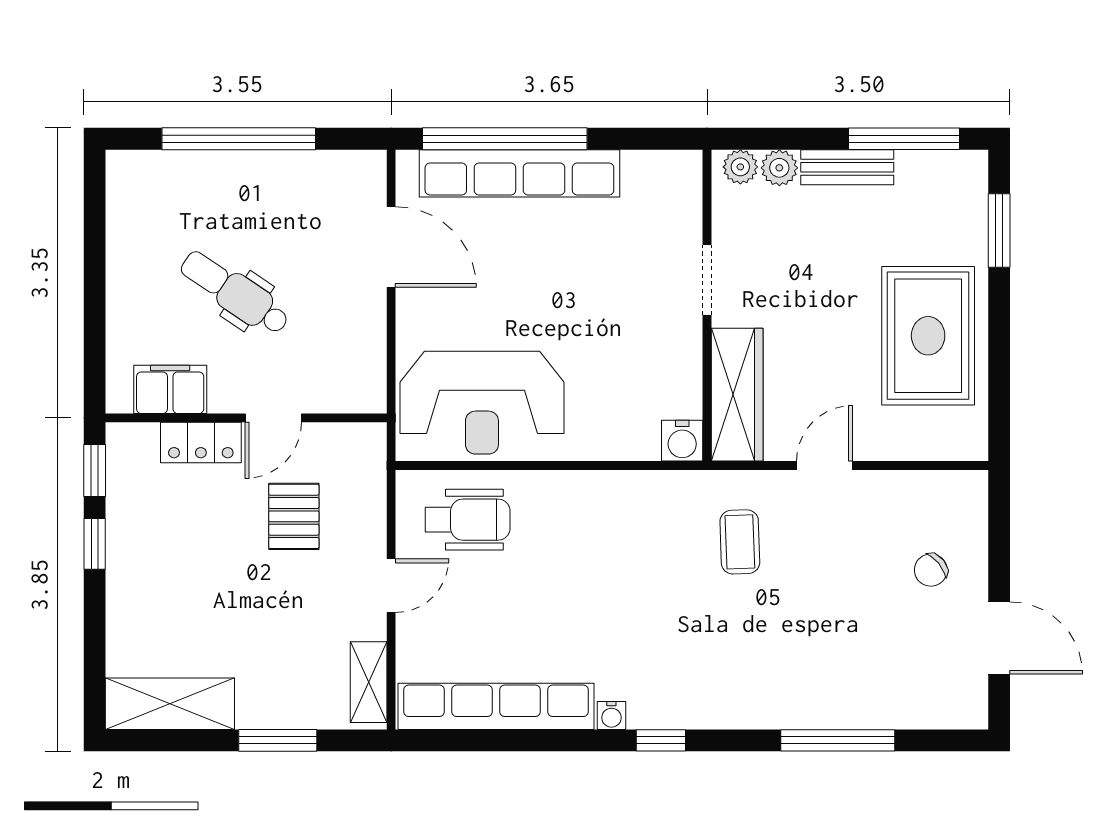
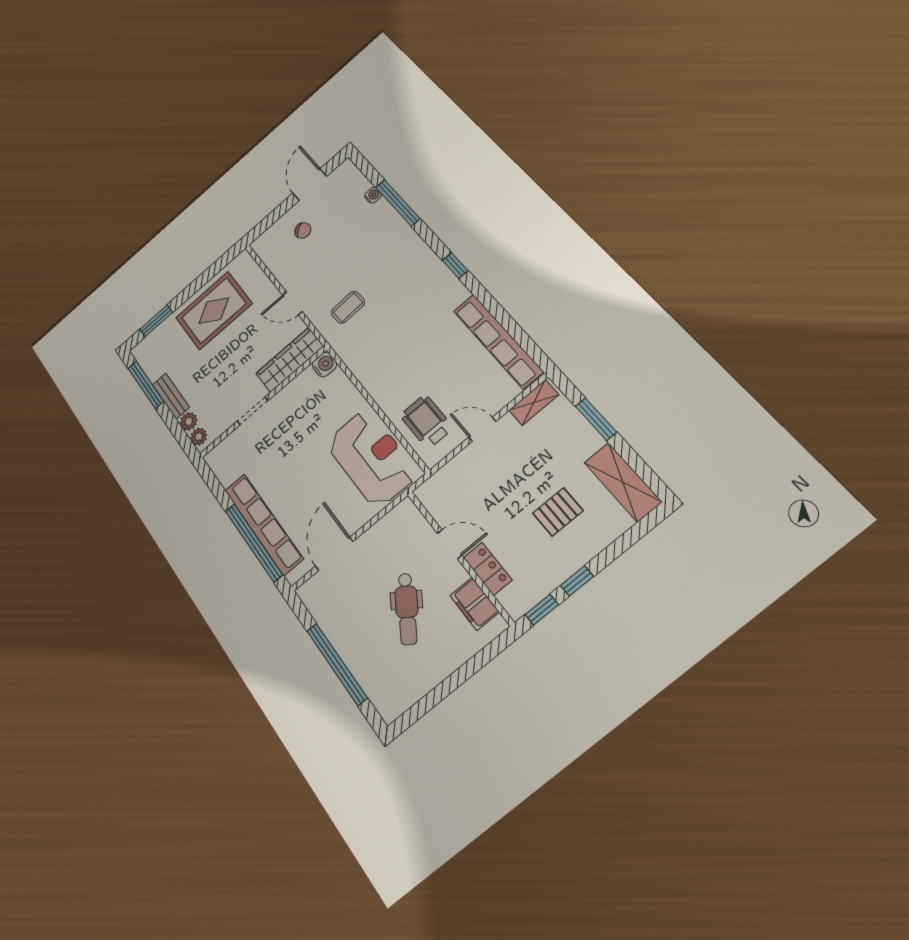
pallet: (294, 516) -> (558, 512), moved
water cooler: (611, 715) -> (373, 195), moved

